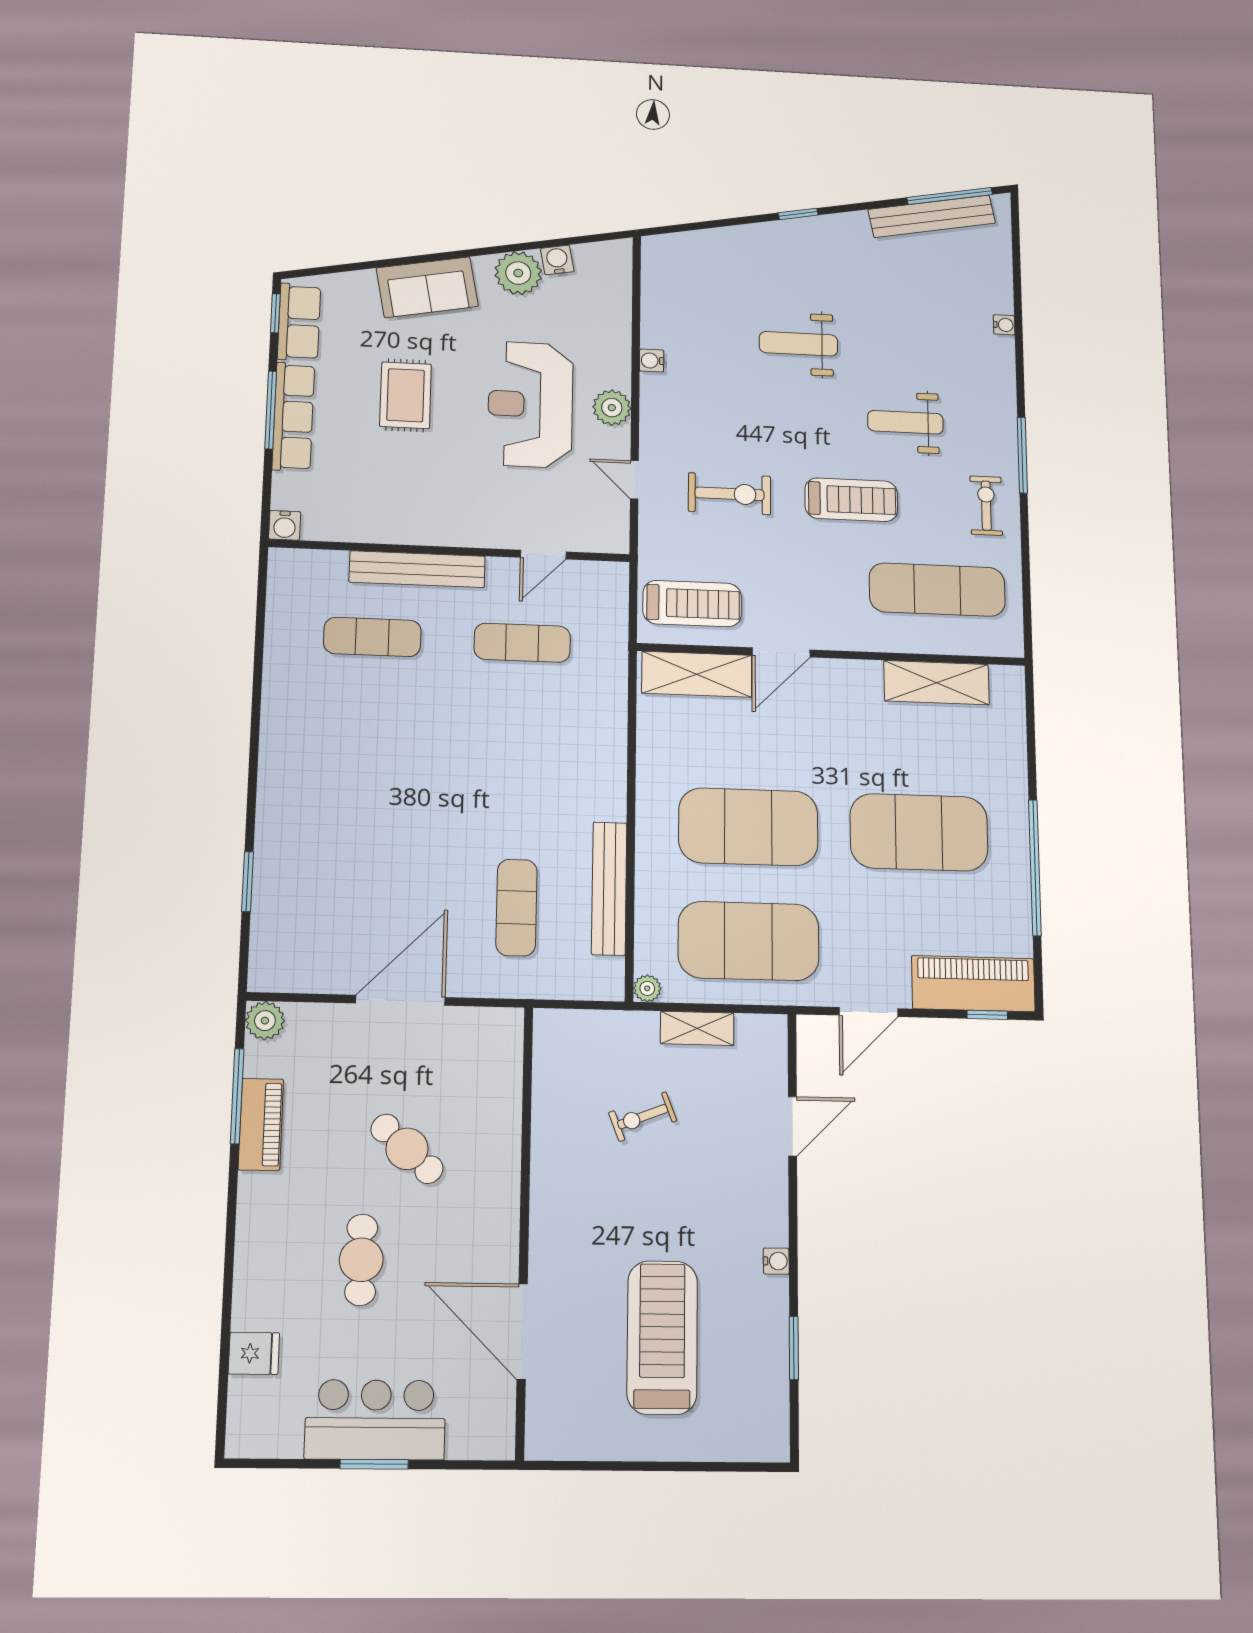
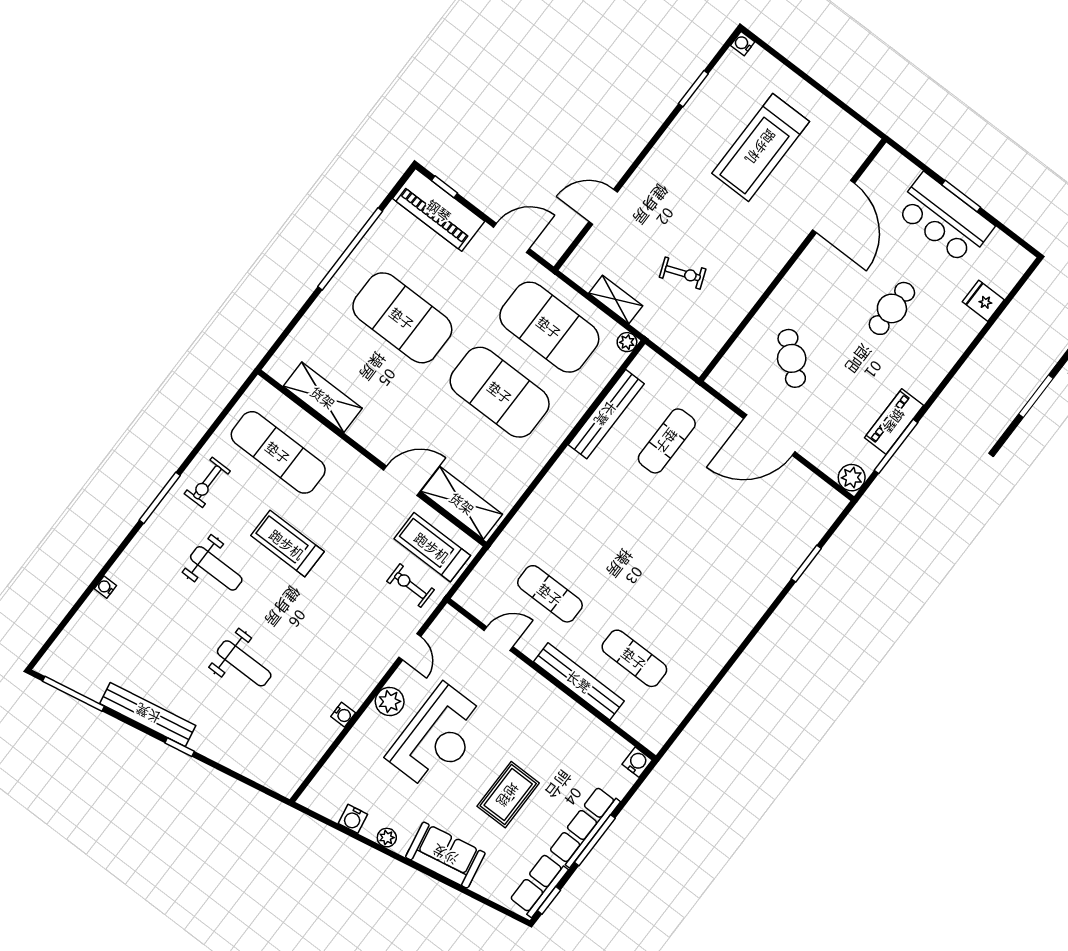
bench: (932, 216) -> (148, 714), moved
plant: (518, 273) -> (387, 838), width x0.53, depth x0.53
exercise bike: (730, 494) -> (410, 586), moved, width x0.73, depth x0.72
cafe table: (407, 1149) -> (792, 358), moved
water cooler: (776, 1261) -> (743, 44), moved

